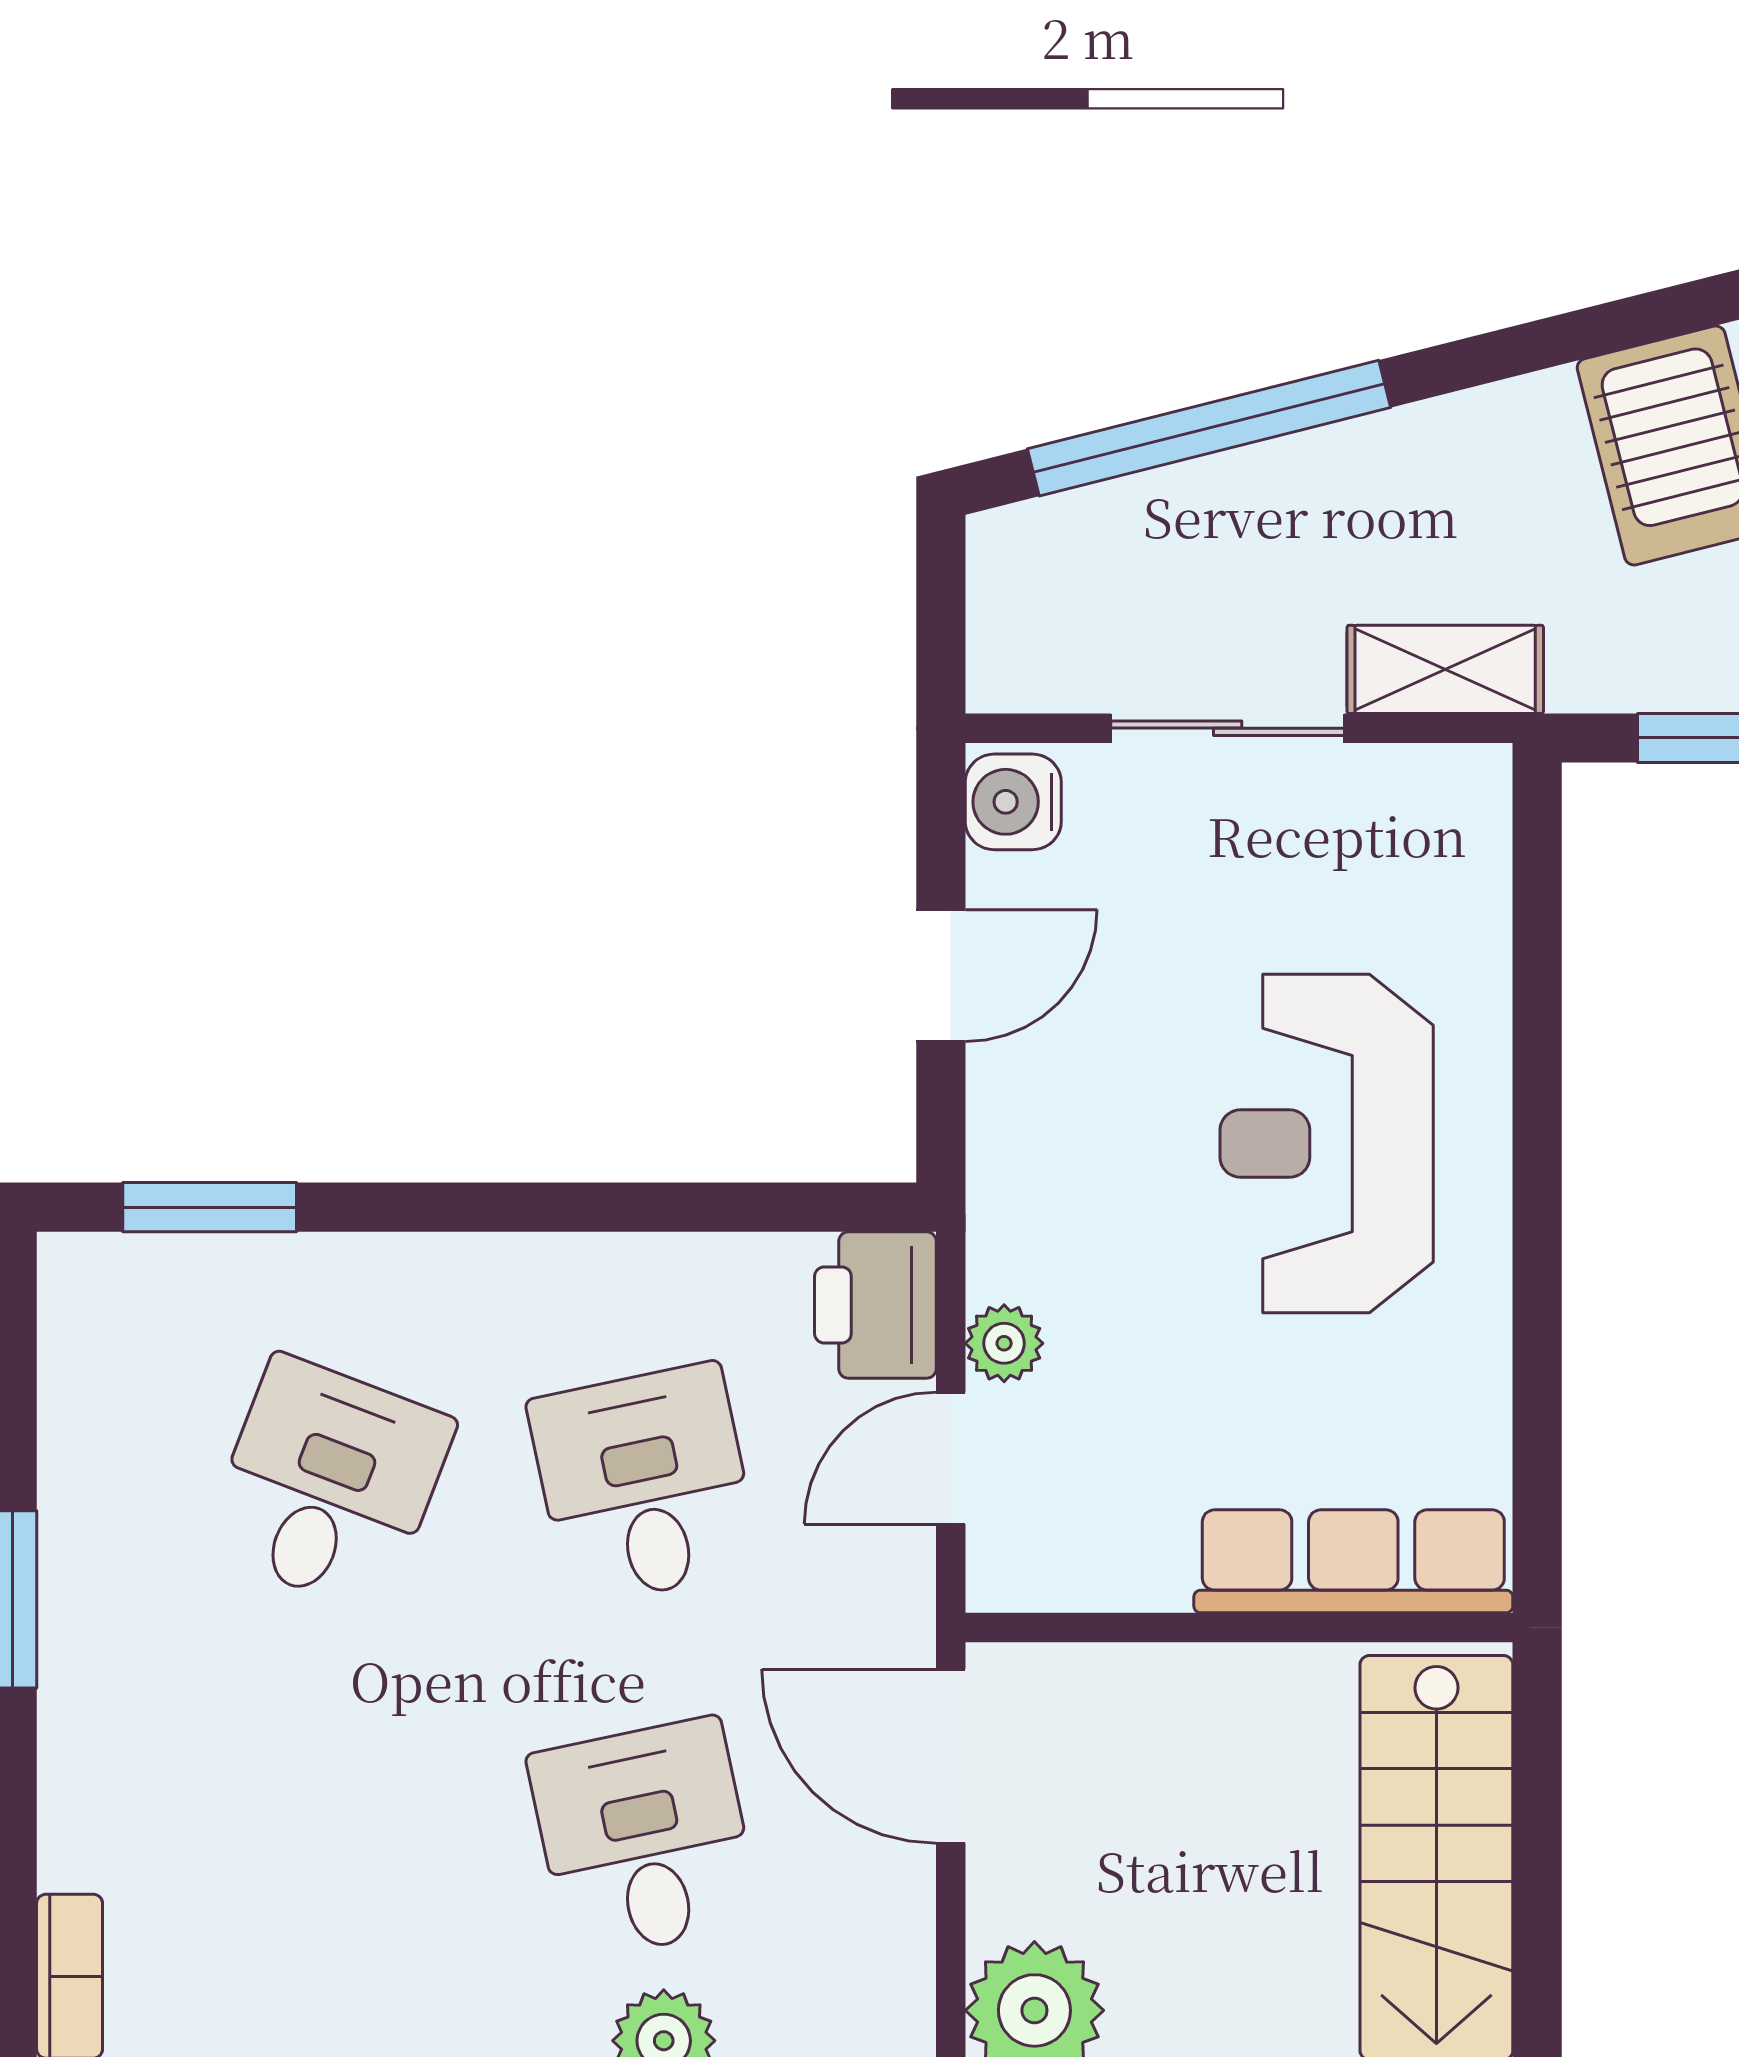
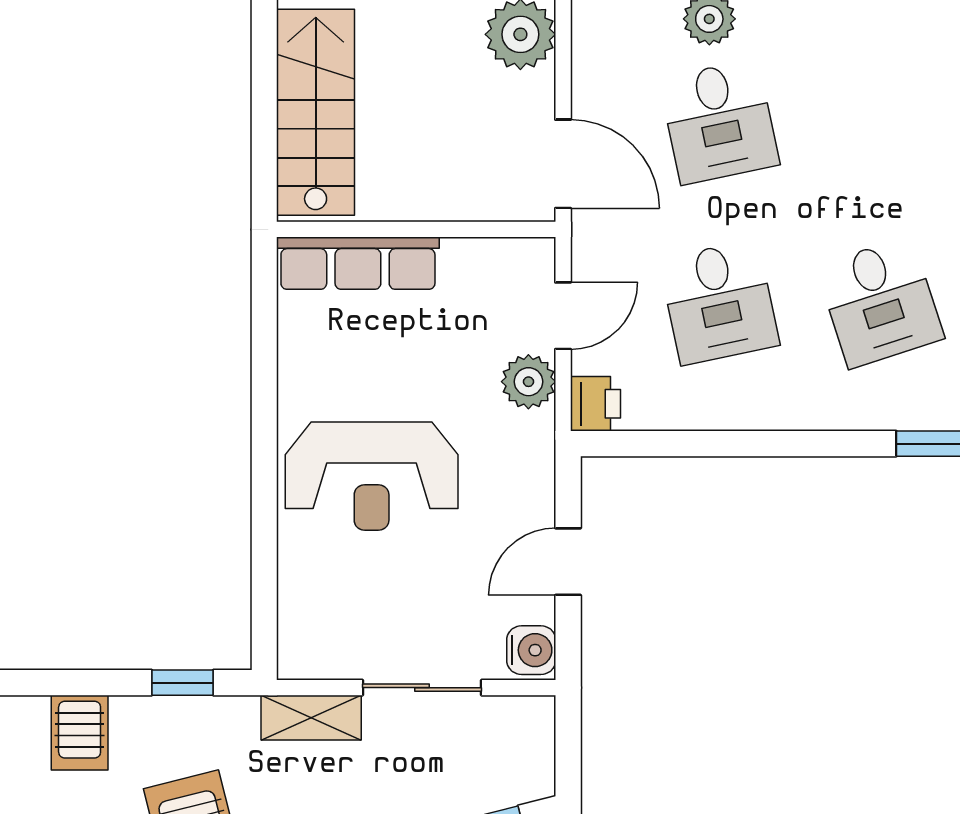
reception desk: (1327, 1144) -> (372, 476), turned 90
printer: (875, 1305) -> (595, 404), width x0.73, depth x0.81
plant: (1004, 1343) -> (528, 382), width x1.38, depth x1.38
desk: (329, 1484) -> (880, 302), turned -39

